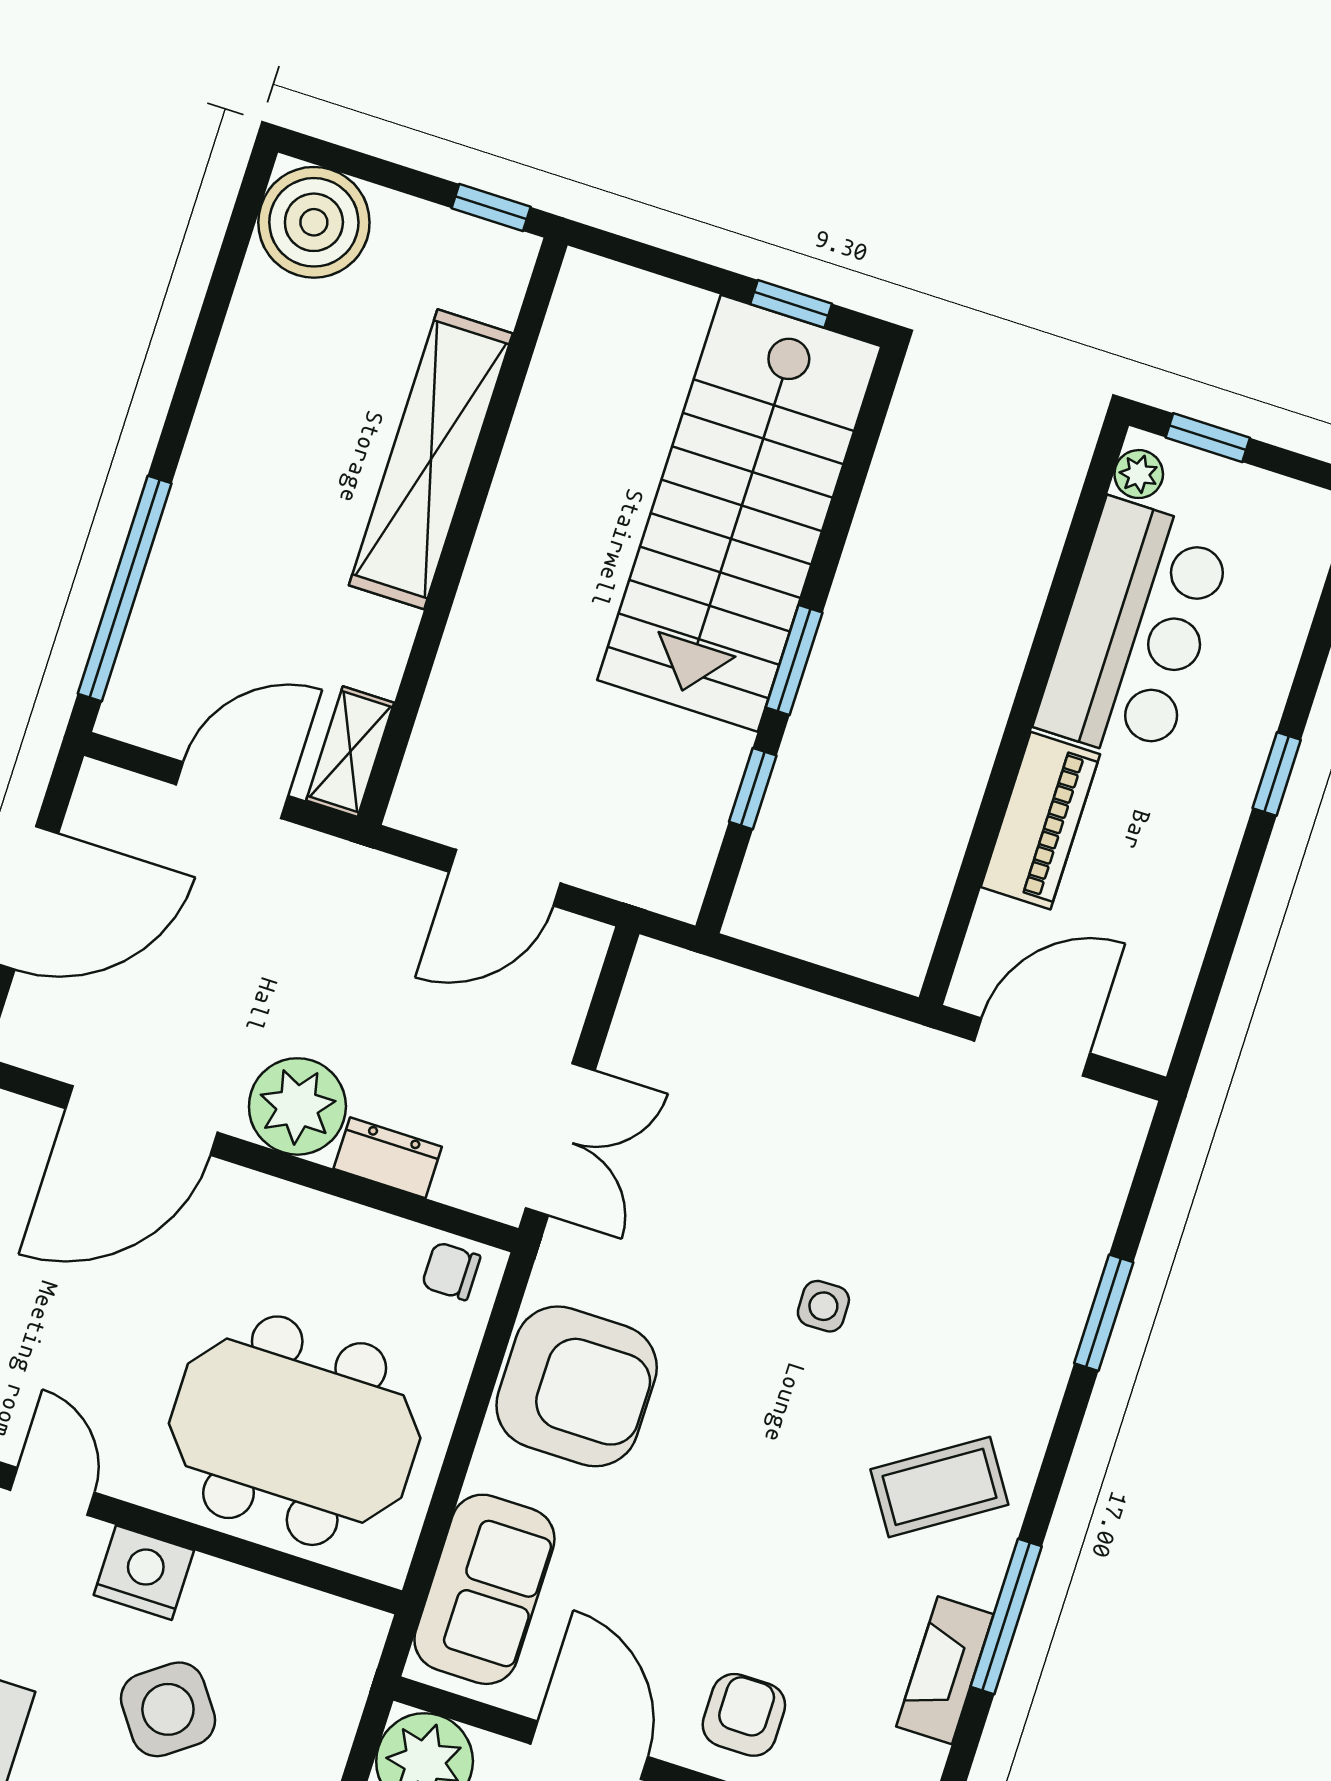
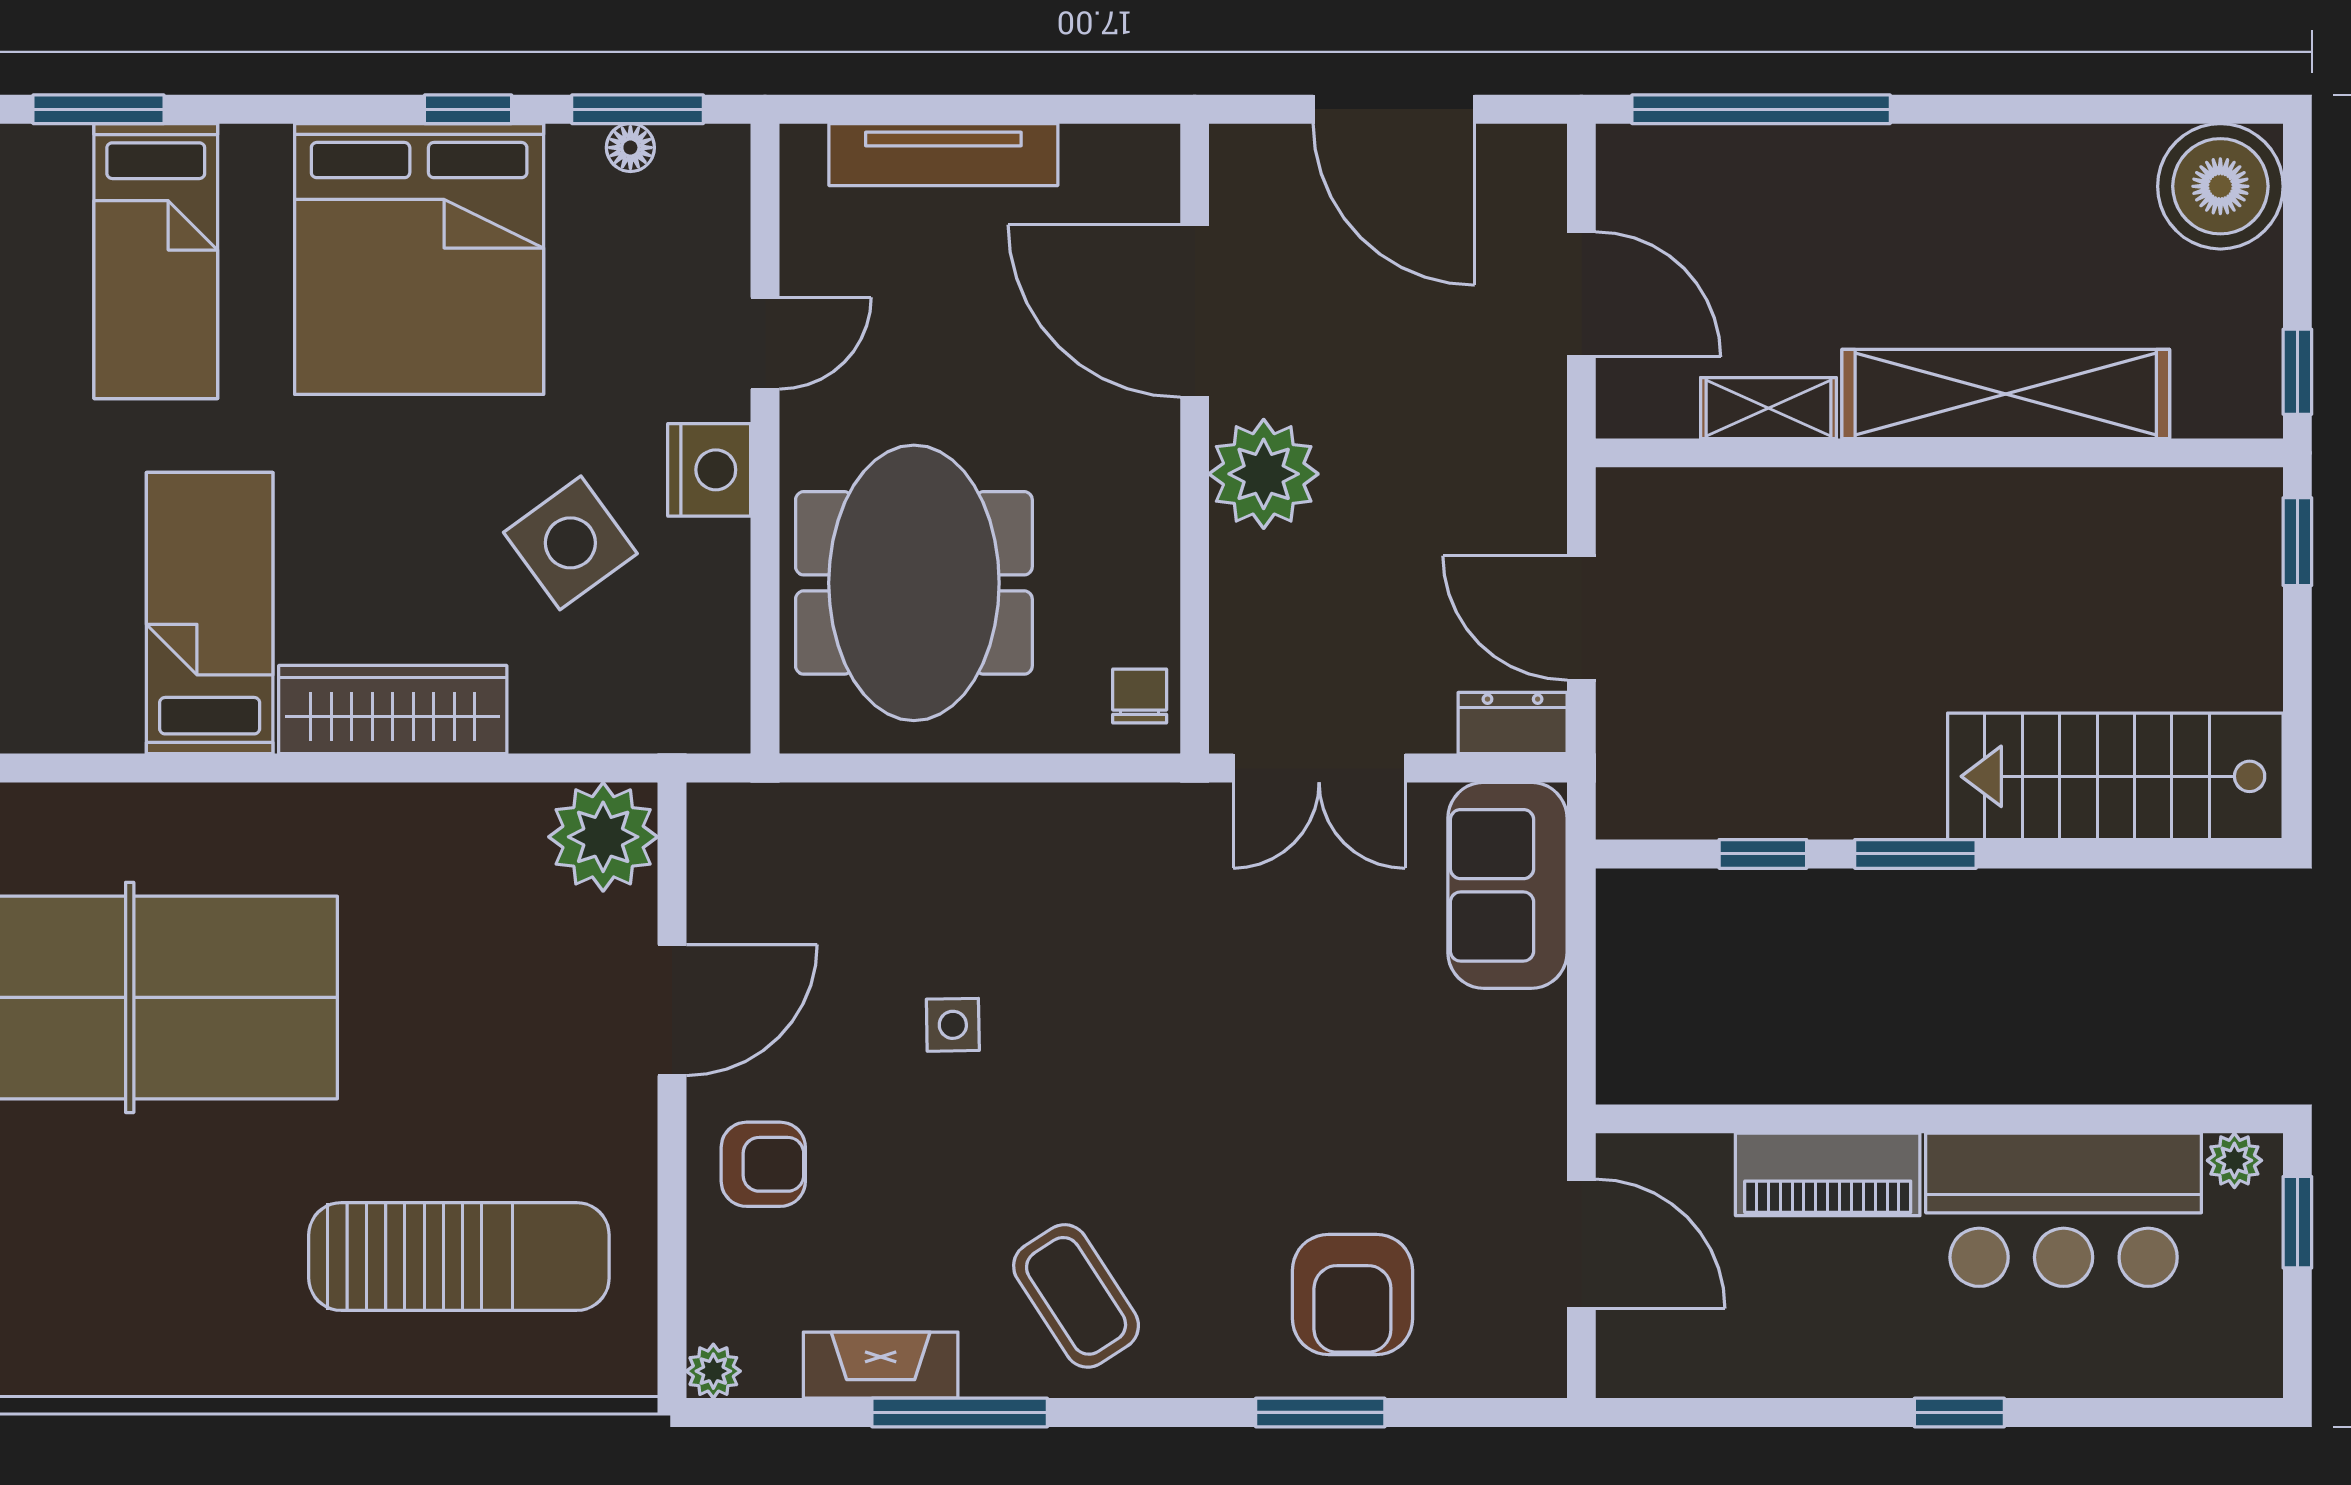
window: (791, 304) -> (2297, 542), moved
stairs: (739, 513) -> (2115, 776), width x0.73, depth x0.66
shelving: (350, 752) -> (1768, 408), moved
dresser: (388, 1158) -> (1513, 723), moved, turned -90
side table: (823, 1306) -> (953, 1025), moved
armchair: (577, 1386) -> (1352, 1294), moved, width x0.73, depth x0.73
sofa: (484, 1589) -> (1507, 885), moved, turned 90

